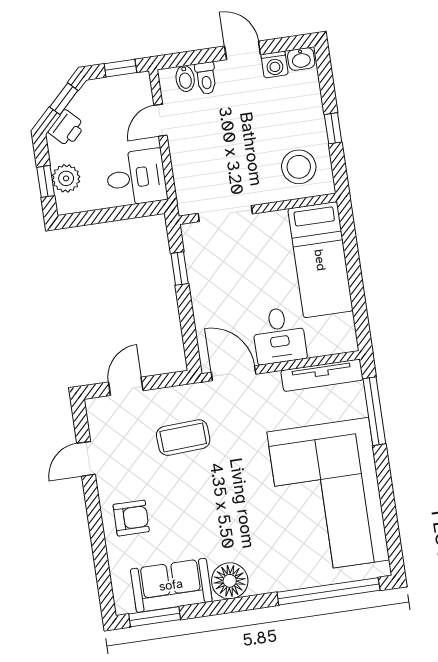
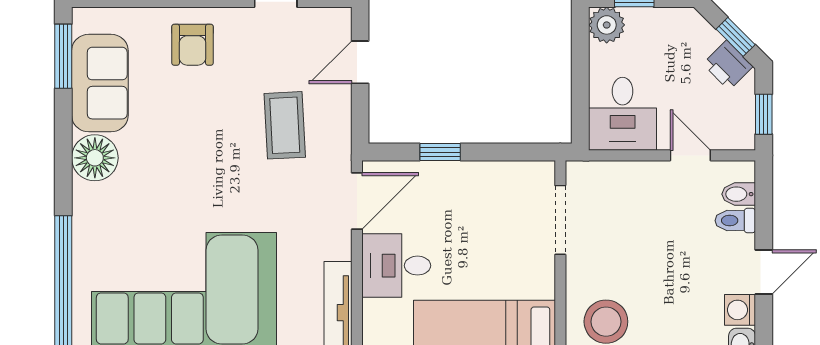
printer: (67, 128) -> (728, 65), moved
plant: (66, 178) -> (607, 25), moved
window: (180, 268) -> (440, 152), moved
door: (126, 386) -> (360, 62), swing flipped

